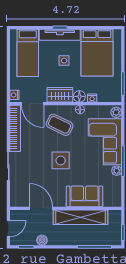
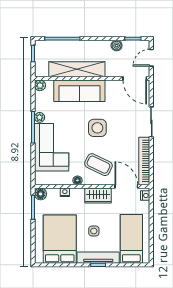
floor lamp: (79, 96) -> (41, 194), moved
plant: (116, 112) -> (40, 85), moved
sofa: (85, 196) -> (79, 91), width x1.36
door: (41, 208) -> (135, 78), moved

